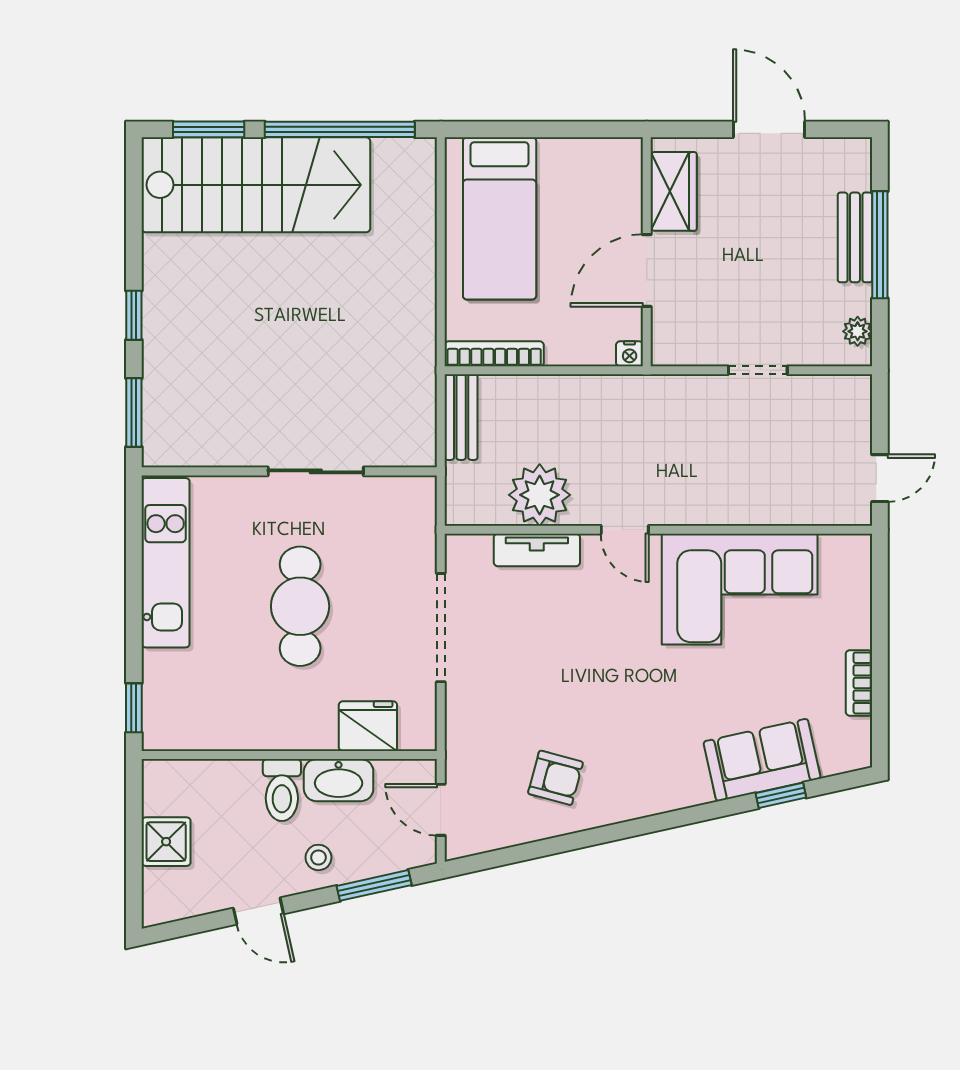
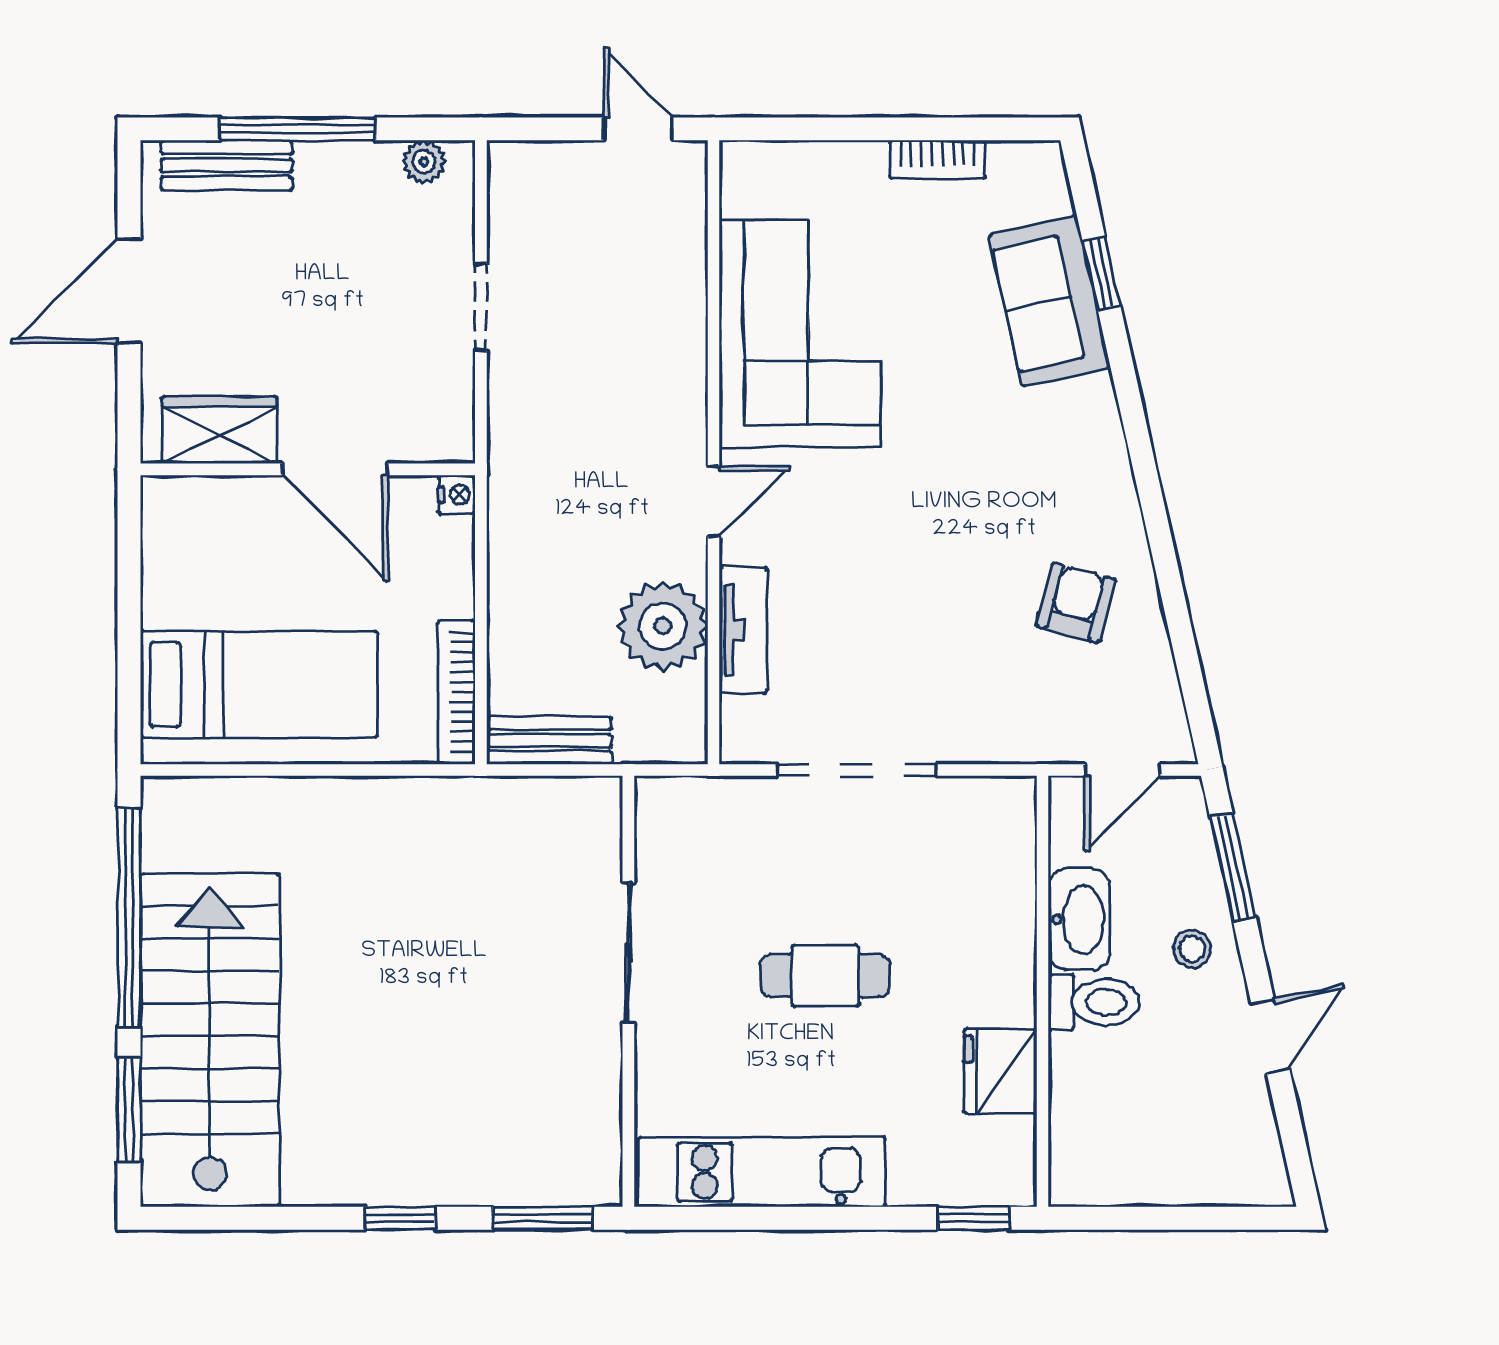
bench: (855, 237) -> (227, 165), moved
cafe table: (300, 606) -> (825, 976), width x0.73, depth x0.74
fridge: (368, 726) -> (1000, 1071), moved
shower: (166, 842) -> (1169, 1171), removed

